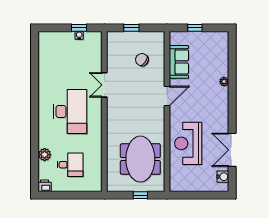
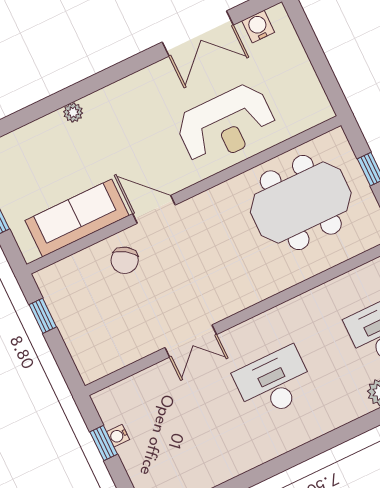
window: (131, 28) -> (43, 316), moved
chair: (142, 60) -> (125, 260), moved
sofa: (179, 62) -> (77, 218), width x1.36
desk: (70, 111) -> (274, 383), width x0.73, depth x0.77

